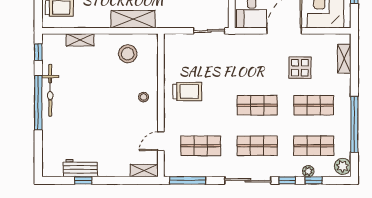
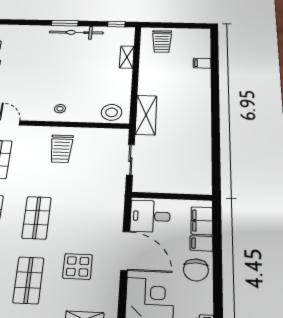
shelving: (133, 19) -> (146, 115), moved
sliding door: (209, 31) -> (130, 160), moved
stool: (128, 54) -> (112, 112), moved
window: (38, 103) -> (65, 23), width x0.47

